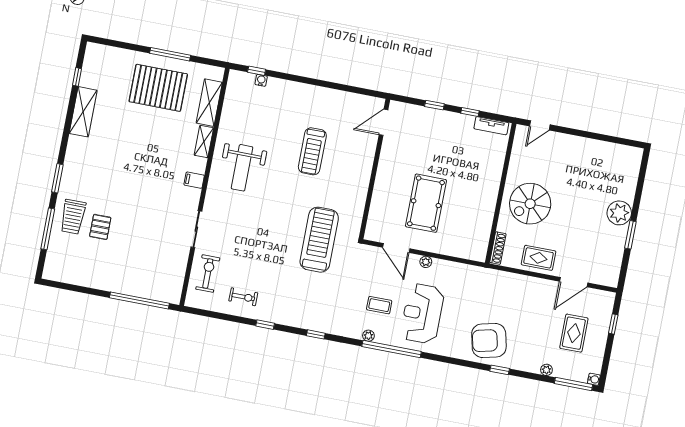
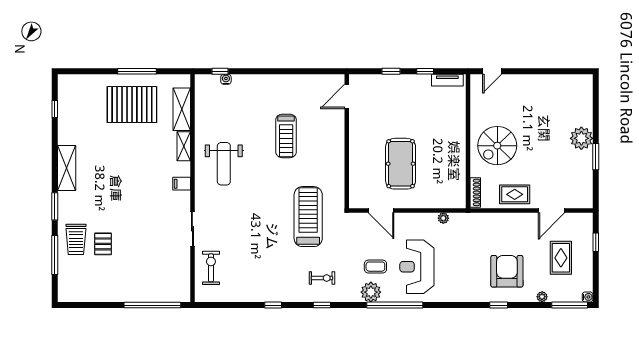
shelving: (83, 112) -> (67, 168), moved
plant: (426, 262) -> (443, 218), moved
exercise bike: (243, 297) -> (322, 278), moved
plant: (368, 336) -> (371, 292), width x1.88, depth x1.88
armchair: (489, 340) -> (507, 271), moved, turned 103

